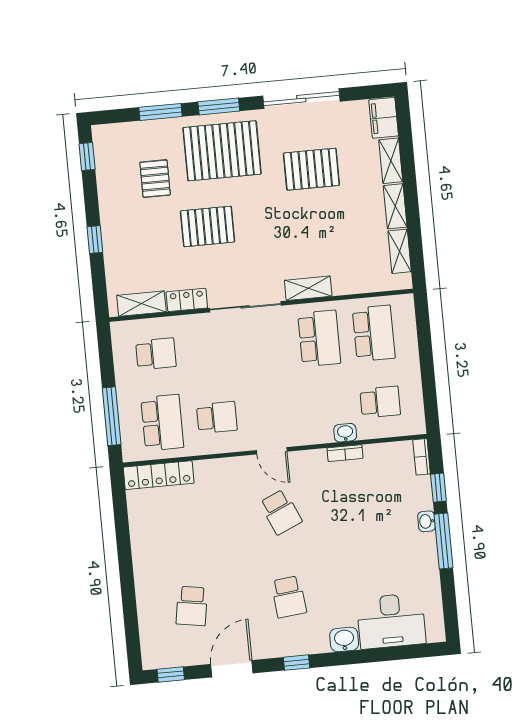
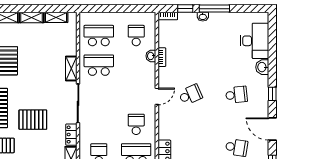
pallet: (208, 226) -> (33, 120), turned 90

